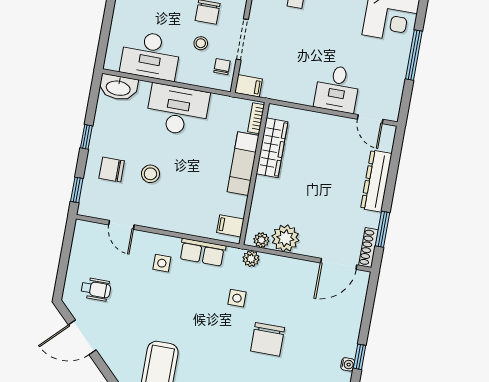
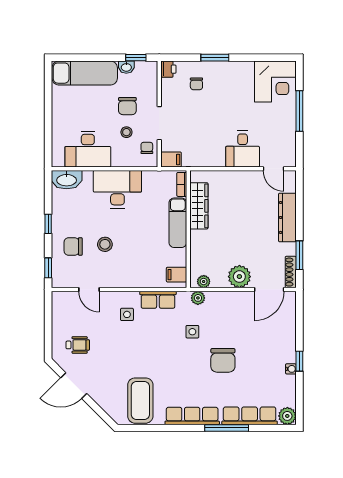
plant: (285, 238) -> (239, 277), moved

